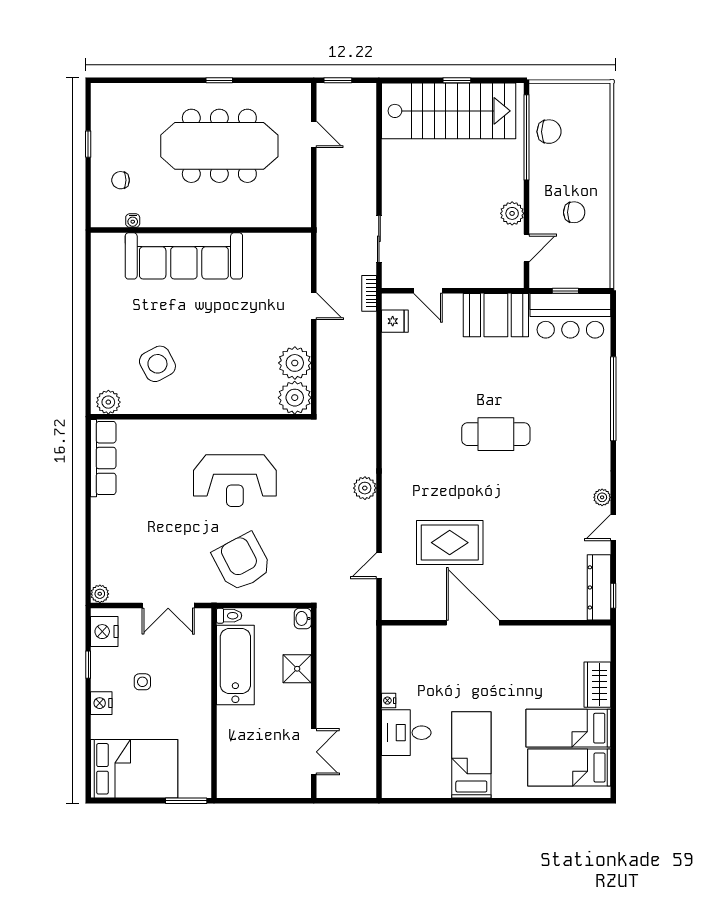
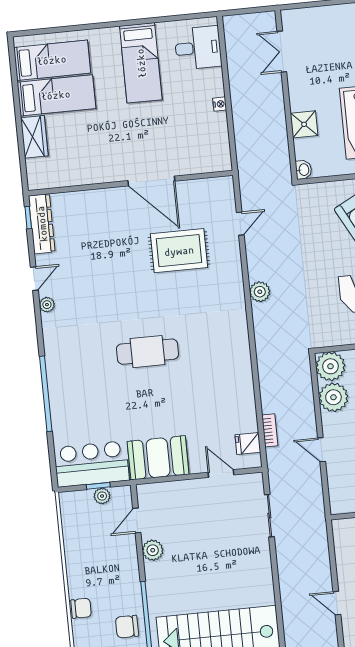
chair: (574, 212) -> (81, 608), moved, turned 180
plant: (562, 279) -> (102, 496), added
bookcase: (369, 293) -> (270, 430), moved
desk: (406, 733) -> (198, 48), moved

